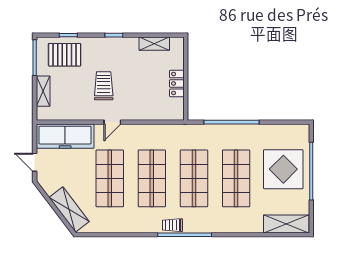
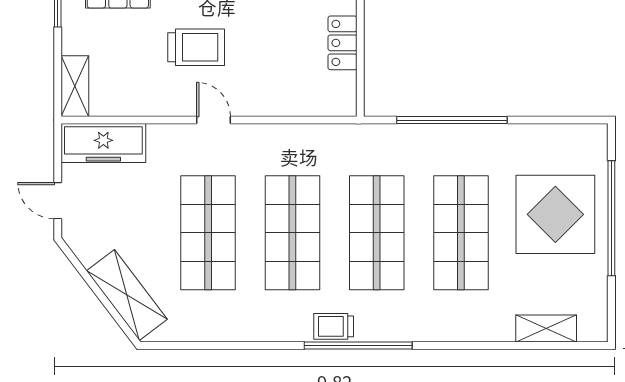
trolley: (104, 86) -> (196, 47), turned 90
shelving: (43, 91) -> (75, 86), moved
door: (112, 122) -> (214, 120), swing flipped
freezer: (65, 136) -> (103, 143), width x0.73, depth x0.79
shelving: (286, 224) -> (546, 328), width x0.67, depth x0.75

